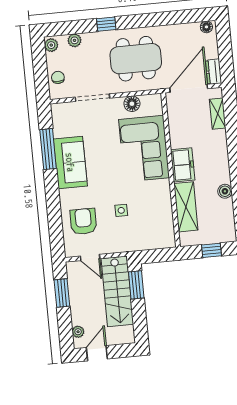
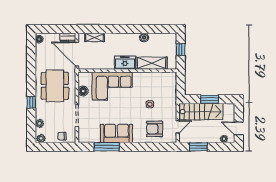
window: (136, 285) -> (210, 99), moved

